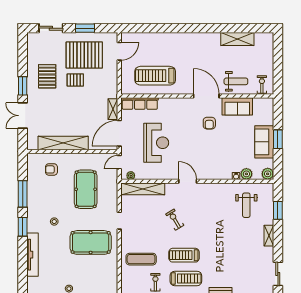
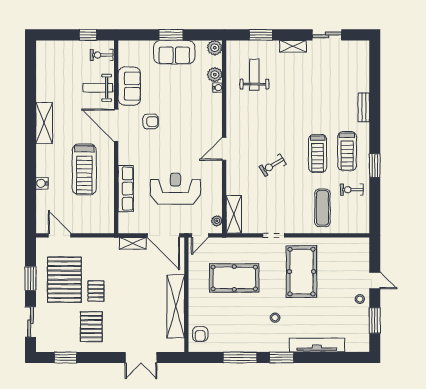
water cooler: (160, 37) -> (42, 183), added
shelving: (237, 39) -> (44, 123), moved
window: (278, 74) -> (88, 35), added
pallet: (47, 76) -> (91, 327), turned 90
treadmill: (155, 76) -> (84, 169), moved
weight bench: (236, 81) -> (98, 88), turned -90
window: (23, 86) -> (65, 358), moved
door: (206, 96) -> (116, 125), hinge flipped
row of seats: (140, 103) -> (126, 189), moved
door: (119, 162) -> (200, 235), hinge flipped
armchair: (51, 169) -> (200, 334), moved
shelving: (143, 189) -> (234, 214), width x0.68
weight bench: (246, 205) -> (254, 75), turned -90
sliding door: (278, 274) -> (327, 35), moved
treadmill: (186, 278) -> (347, 151), turned 180

